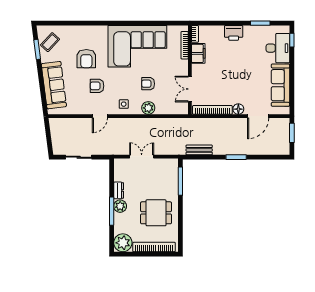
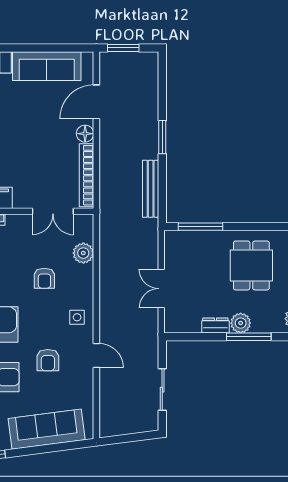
plant: (148, 108) -> (83, 253), moved
door: (258, 116) -> (96, 102), swing flipped
bench: (199, 150) -> (151, 189), width x1.36

